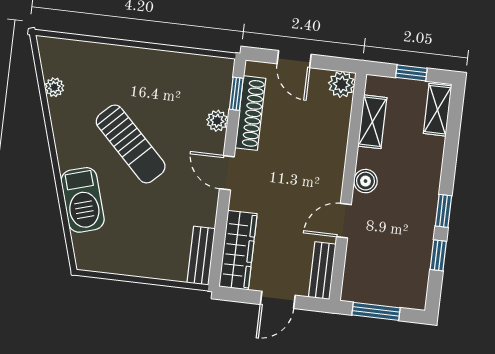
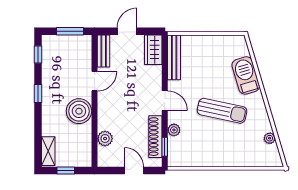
plant: (342, 84) -> (105, 139), moved
shelving: (372, 122) -> (85, 140), removed
sun lounger: (131, 144) -> (222, 111), turned 147
boiler: (366, 181) -> (79, 111), width x1.86, depth x1.86
wardrobe: (238, 250) -> (153, 50), width x0.67
window: (438, 255) -> (38, 54), moved
bench: (201, 256) -> (174, 57), width x1.36

